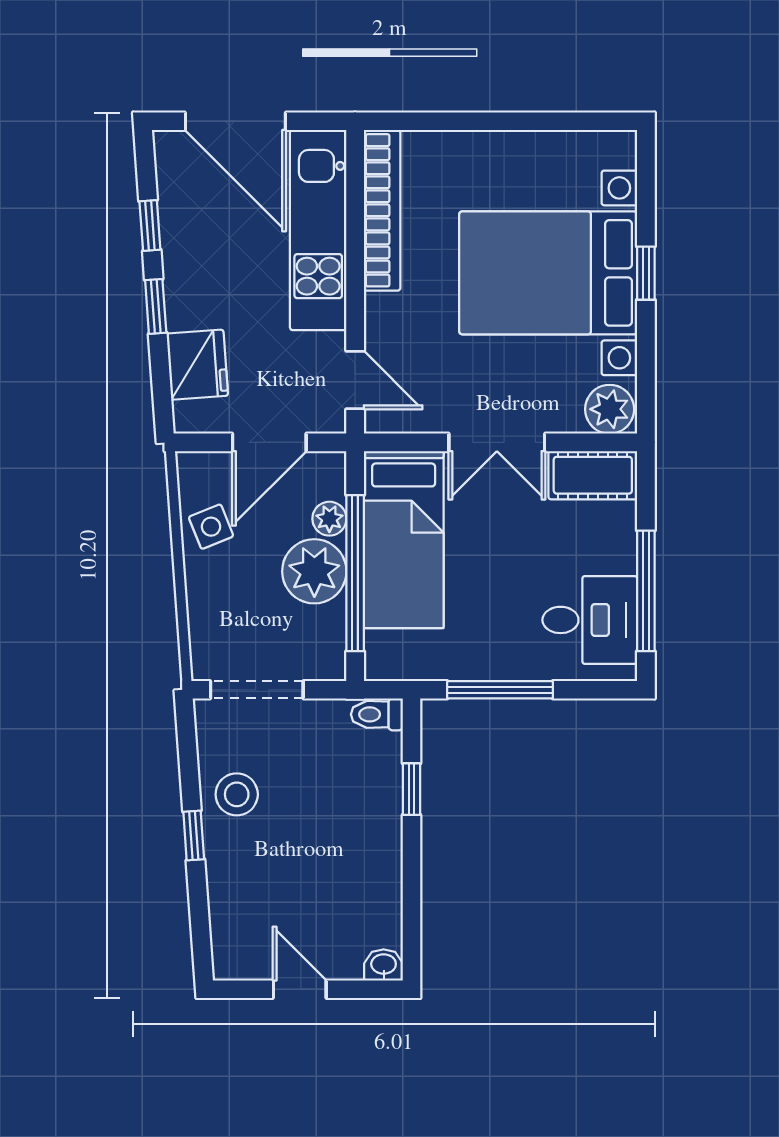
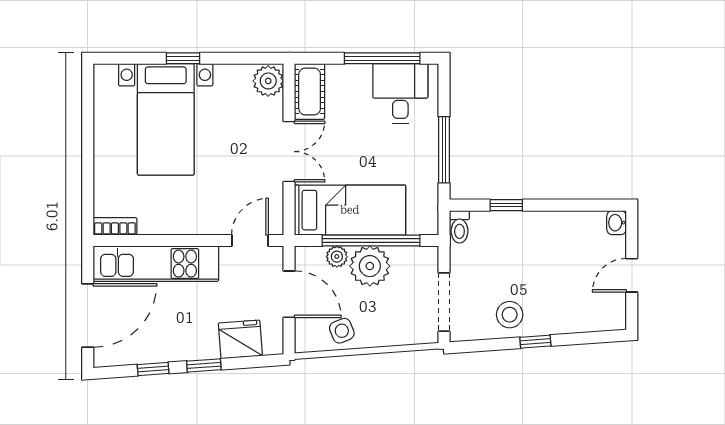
bookcase: (382, 210) -> (115, 226), width x0.43, depth x0.76
bed with nightstands: (548, 273) -> (166, 119), width x0.73

